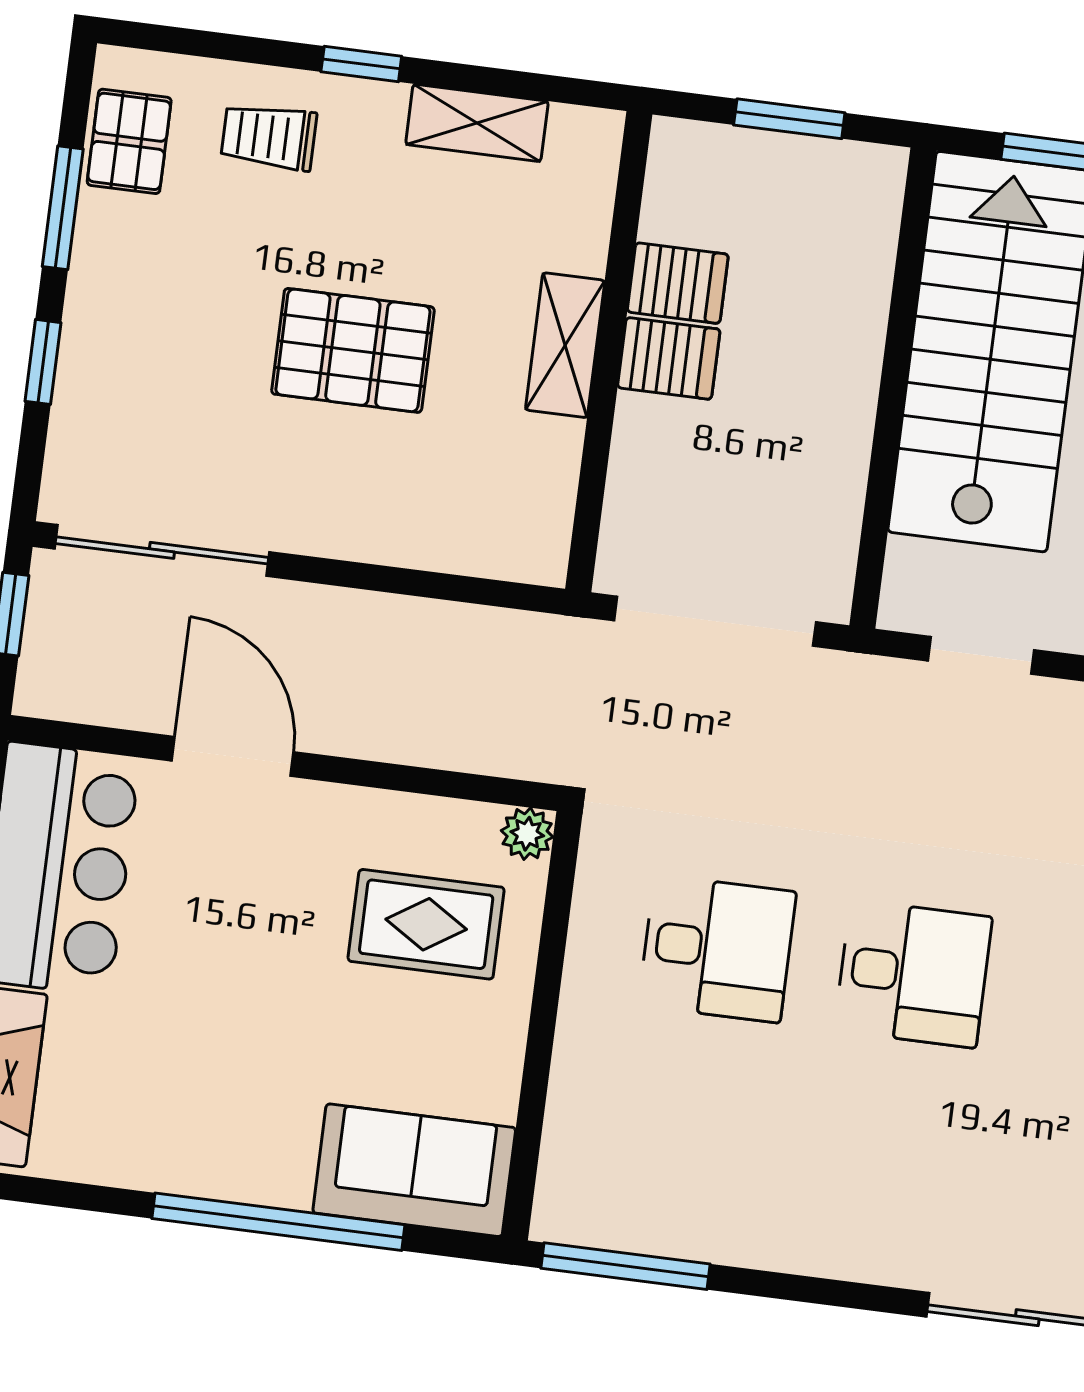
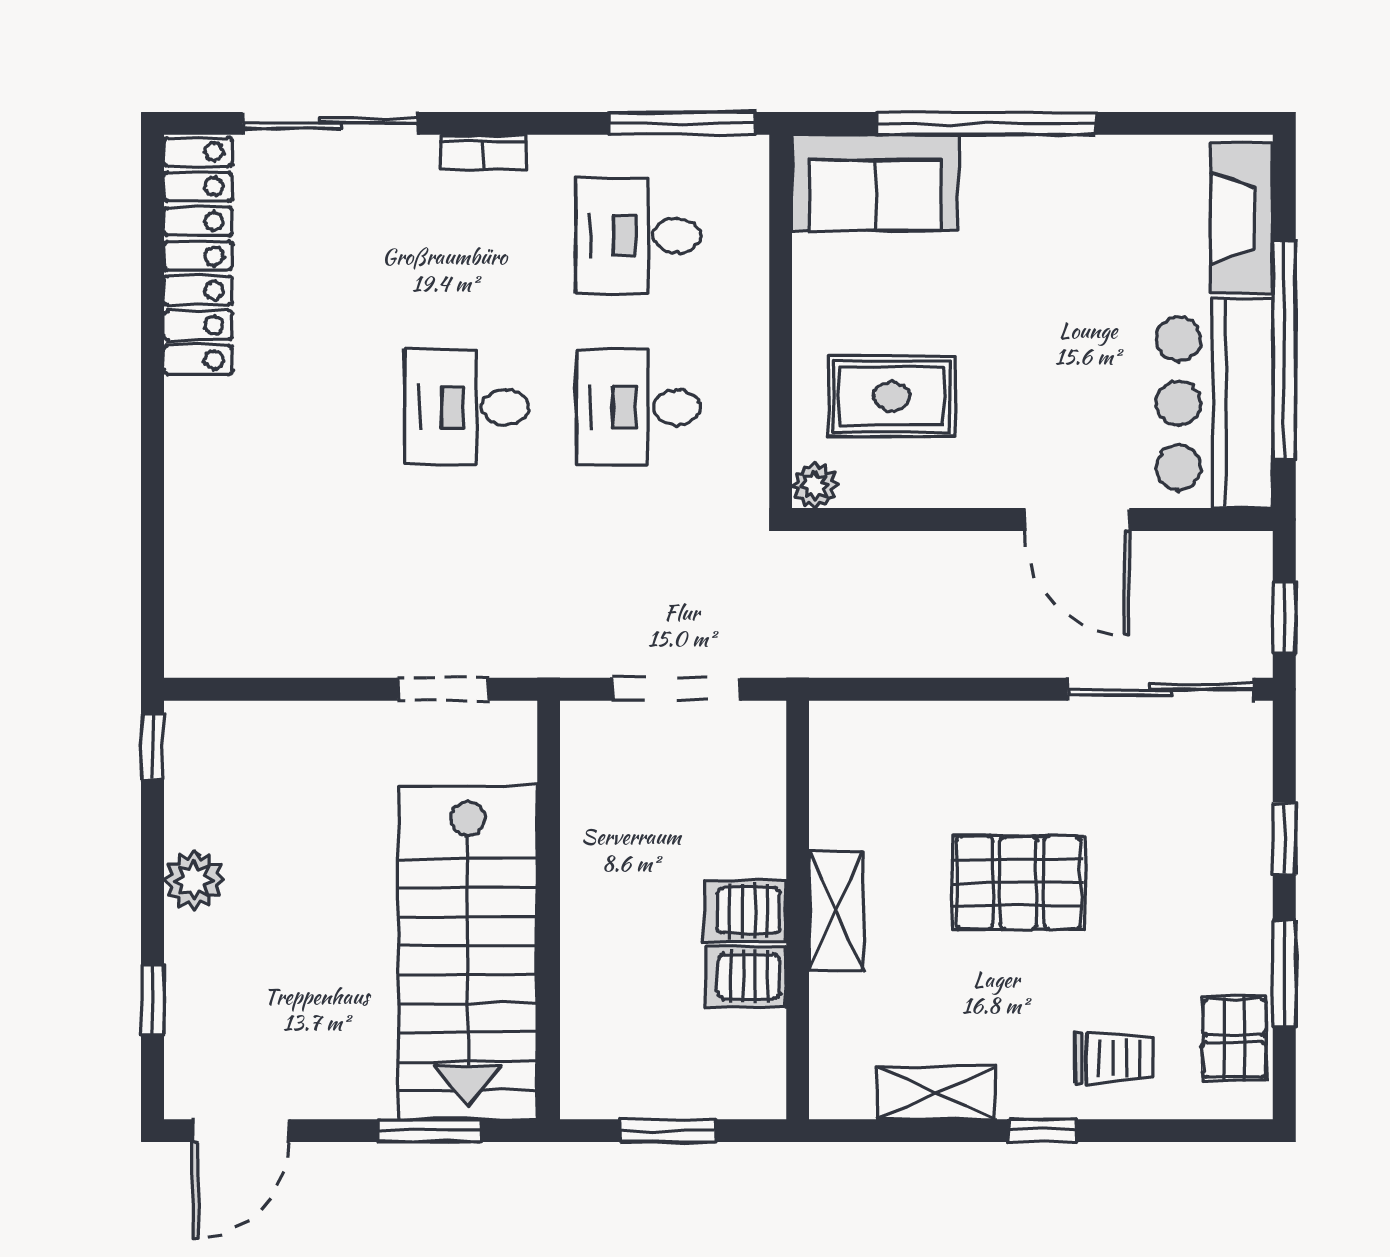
doorway: (715, 621) -> (676, 689), width x0.73
desk: (692, 1145) -> (638, 236), added
bookcase: (857, 1263) -> (483, 152), added

